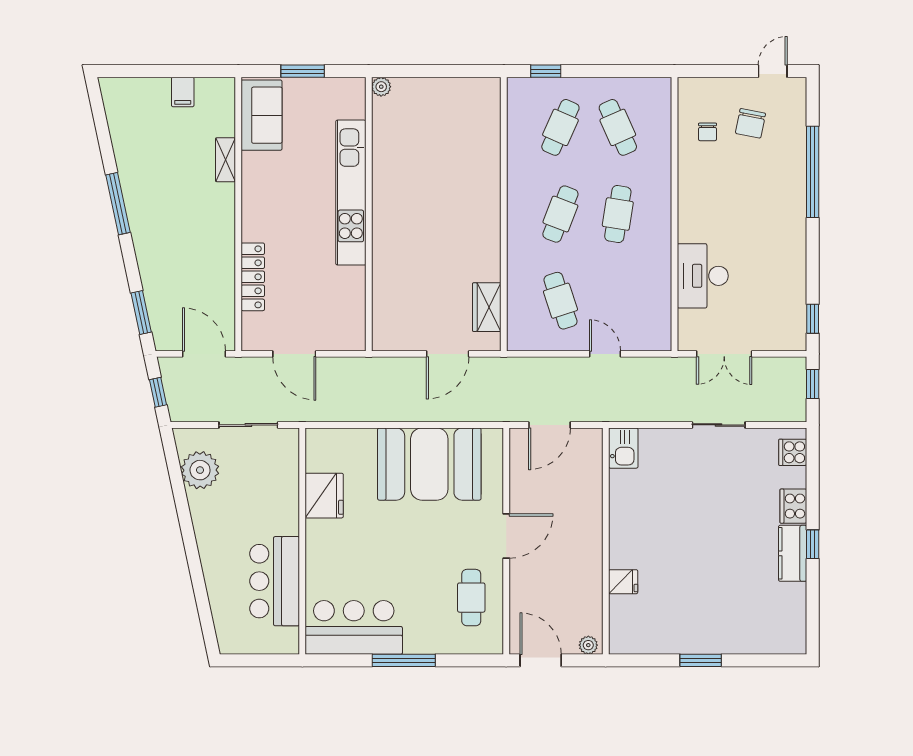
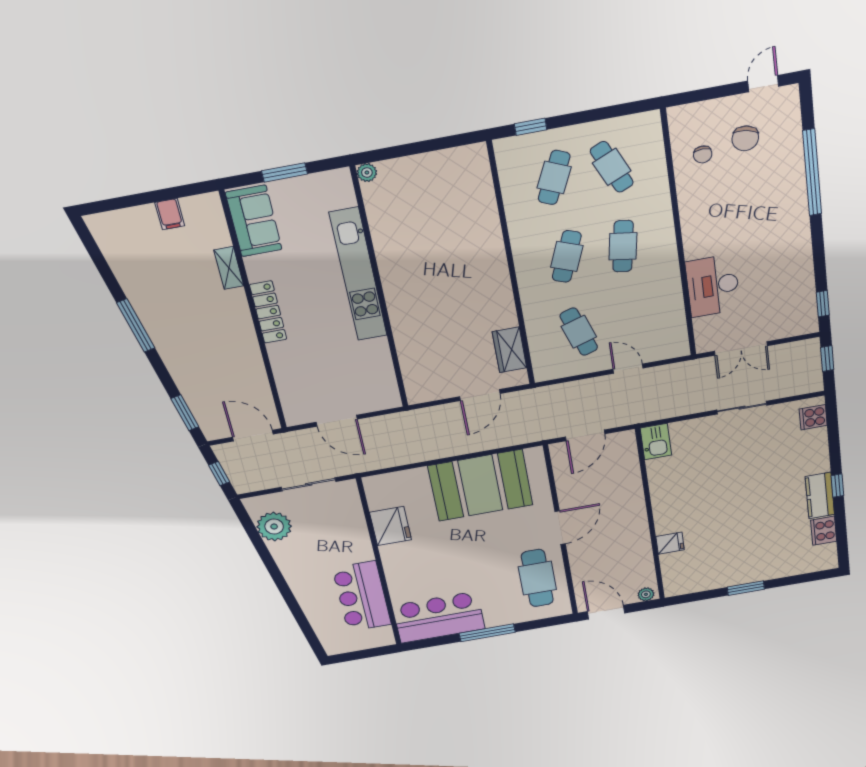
locker: (253, 277) -> (268, 312), moved
cooker: (793, 506) -> (824, 531), moved
cafe table: (471, 598) -> (537, 578), width x1.37, depth x1.35

